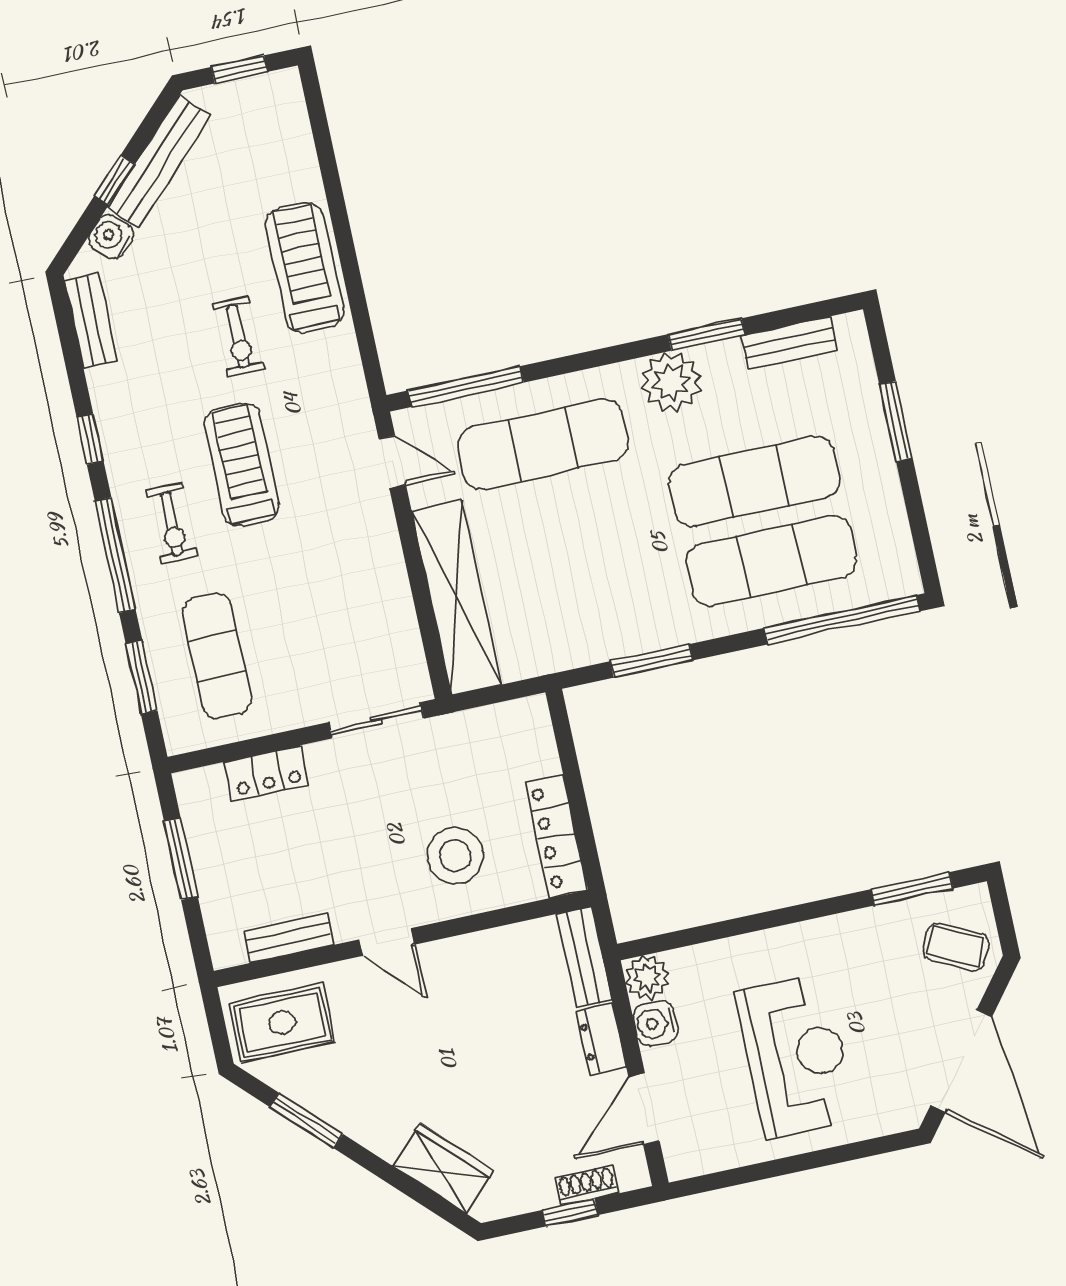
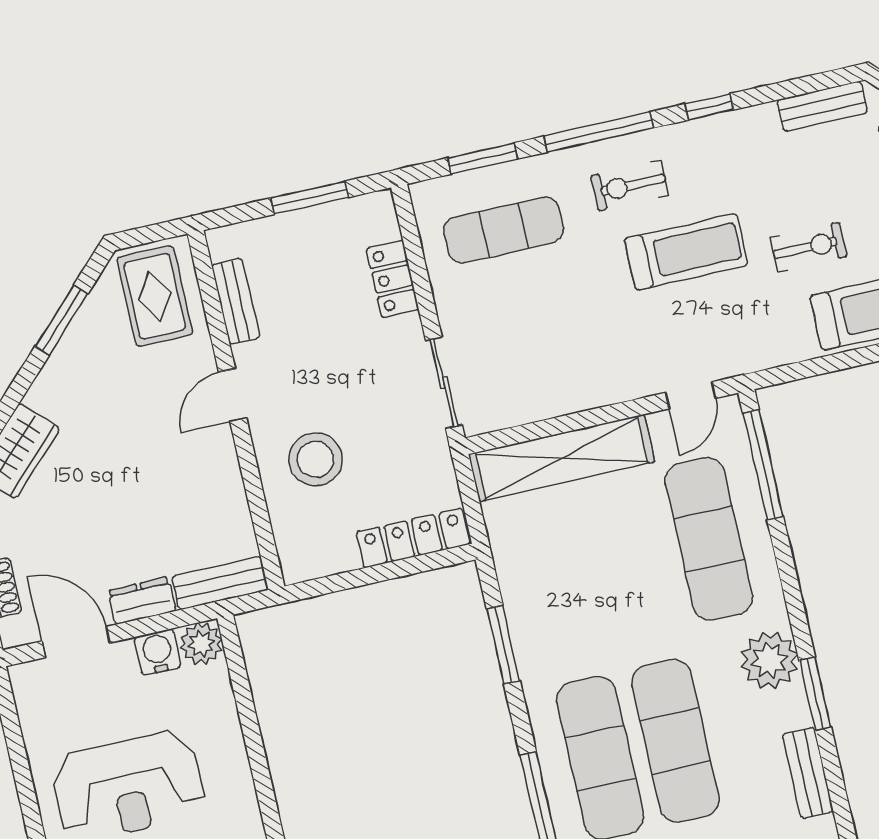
exercise bike: (238, 336) -> (809, 247), turned 180
locker: (556, 836) -> (413, 538), moved

